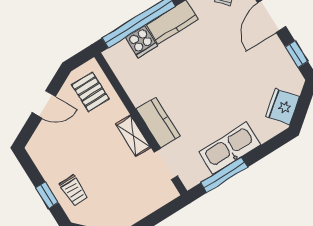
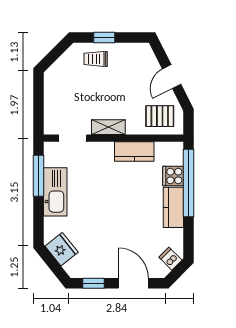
kitchen counter: (158, 123) -> (134, 151), moved

